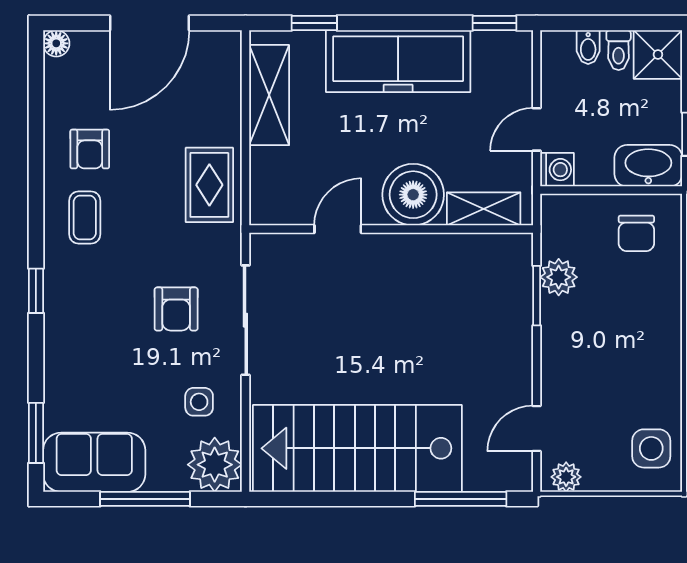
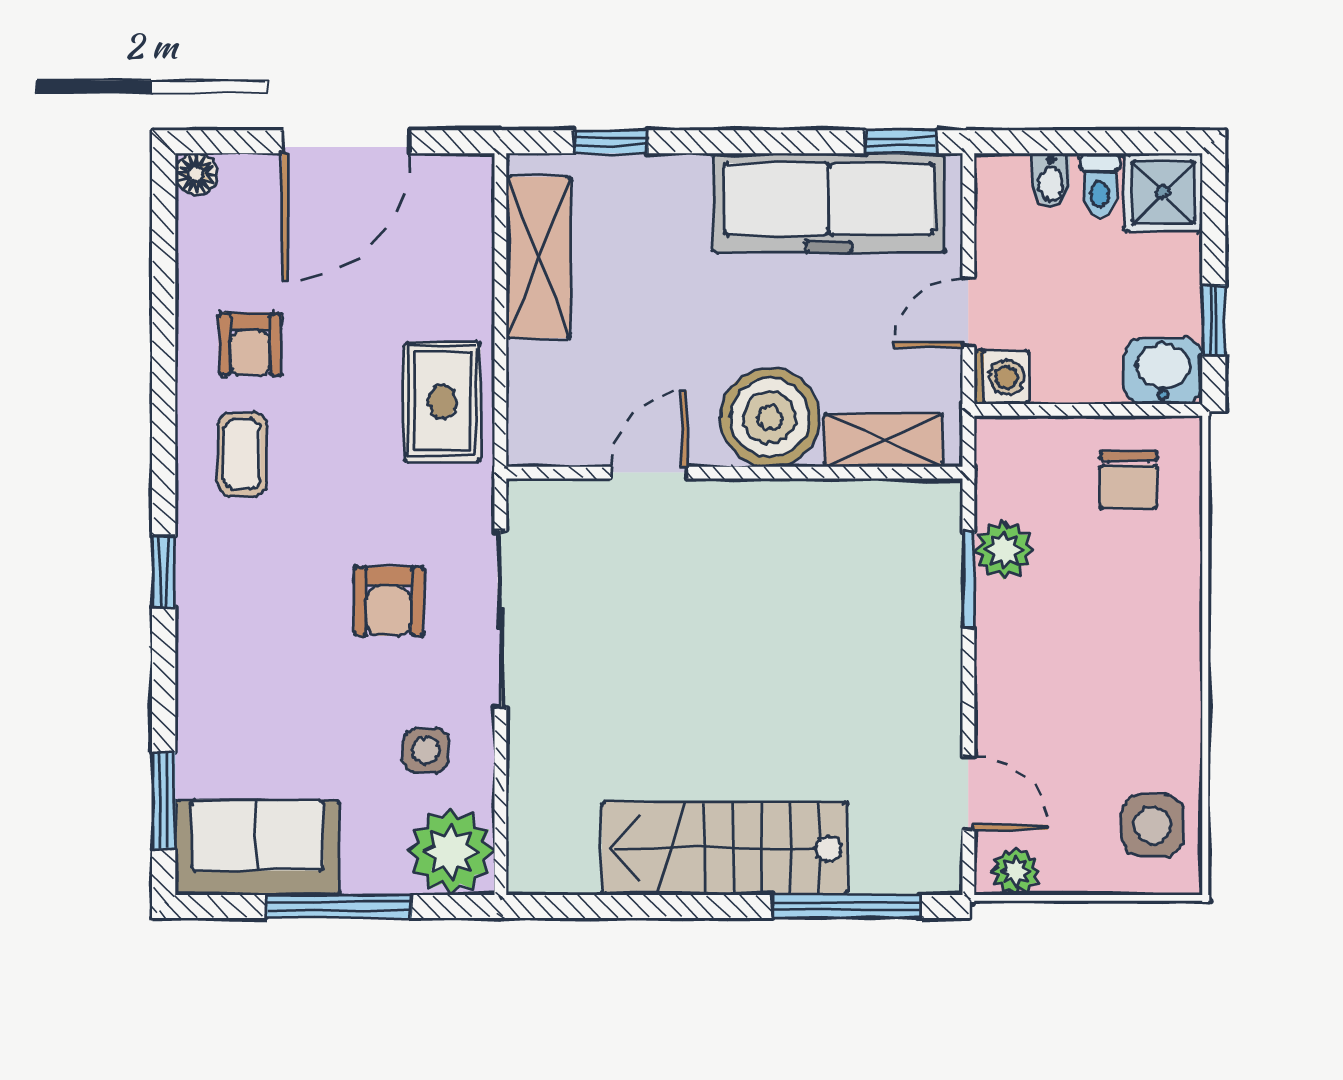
freezer: (398, 61) -> (829, 203), moved
washbasin: (648, 166) -> (1163, 371), width x0.72
door: (537, 428) -> (968, 793), swing flipped
stairs: (357, 448) -> (725, 849), width x0.73, depth x0.66

